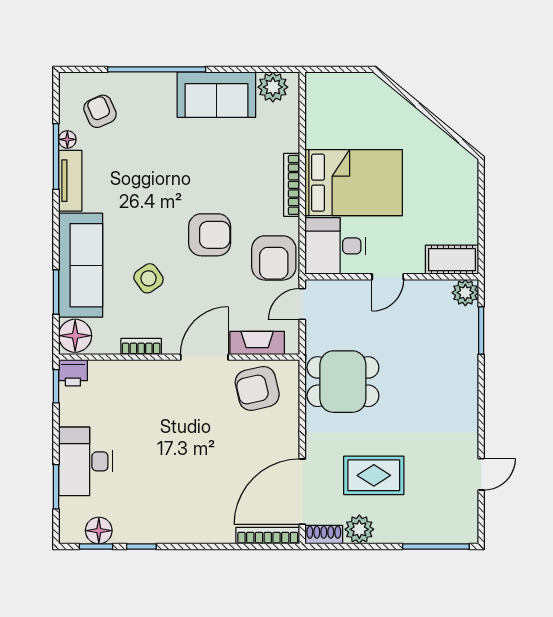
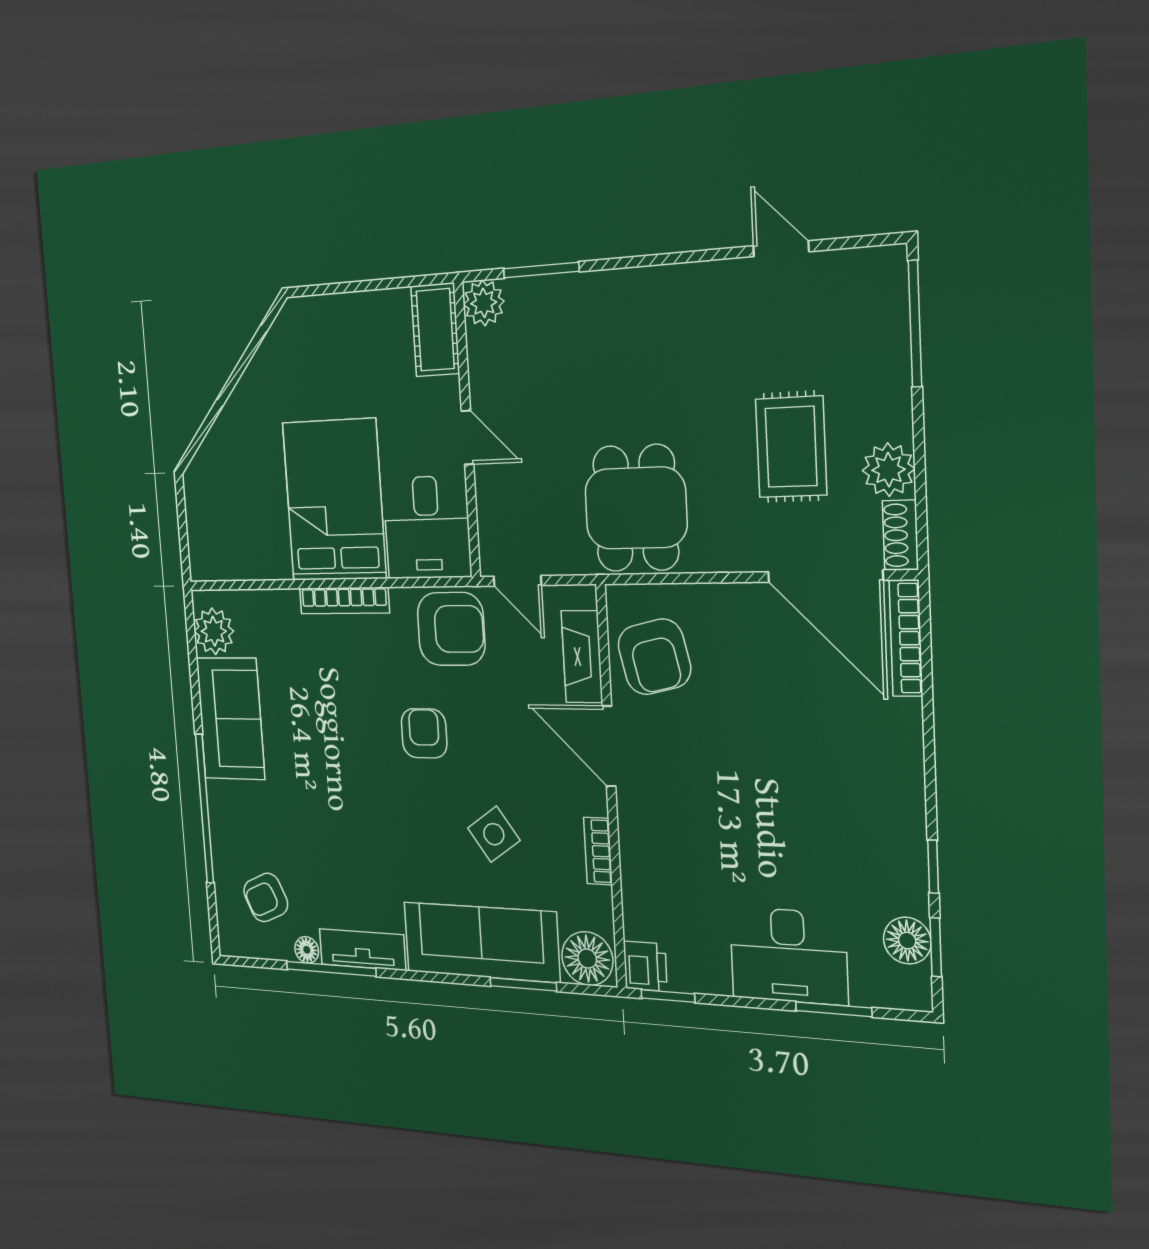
armchair: (210, 235) -> (424, 733), width x0.72, depth x0.72

